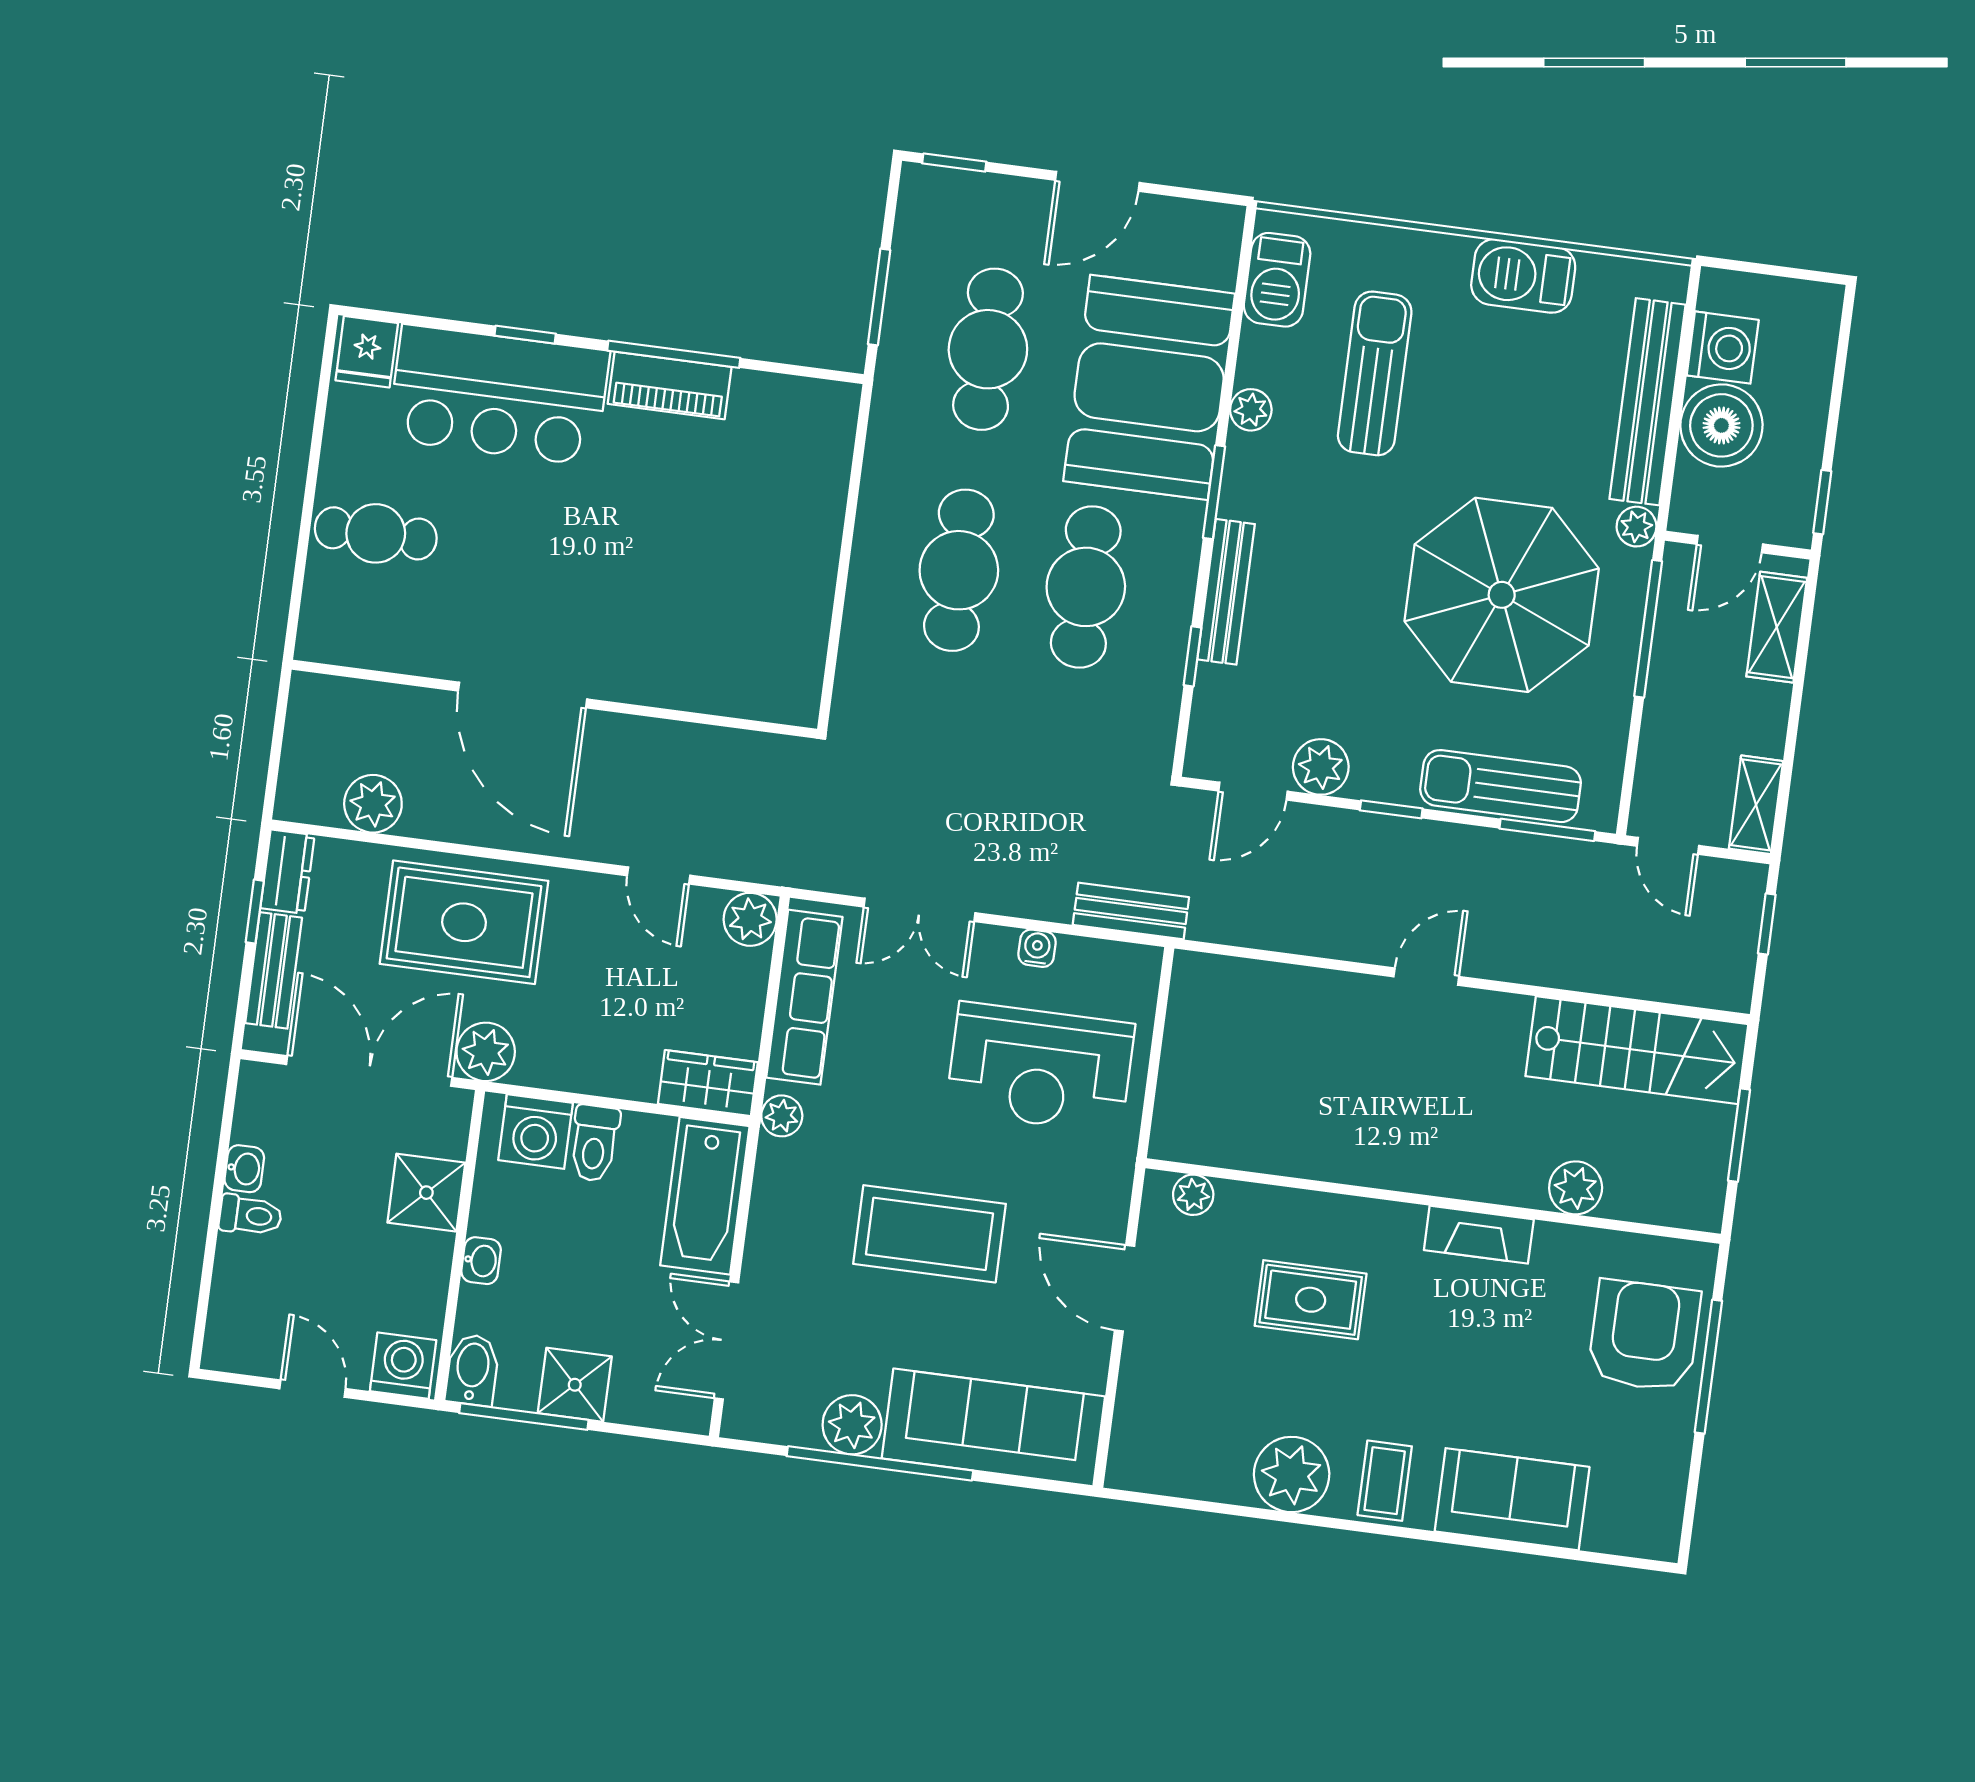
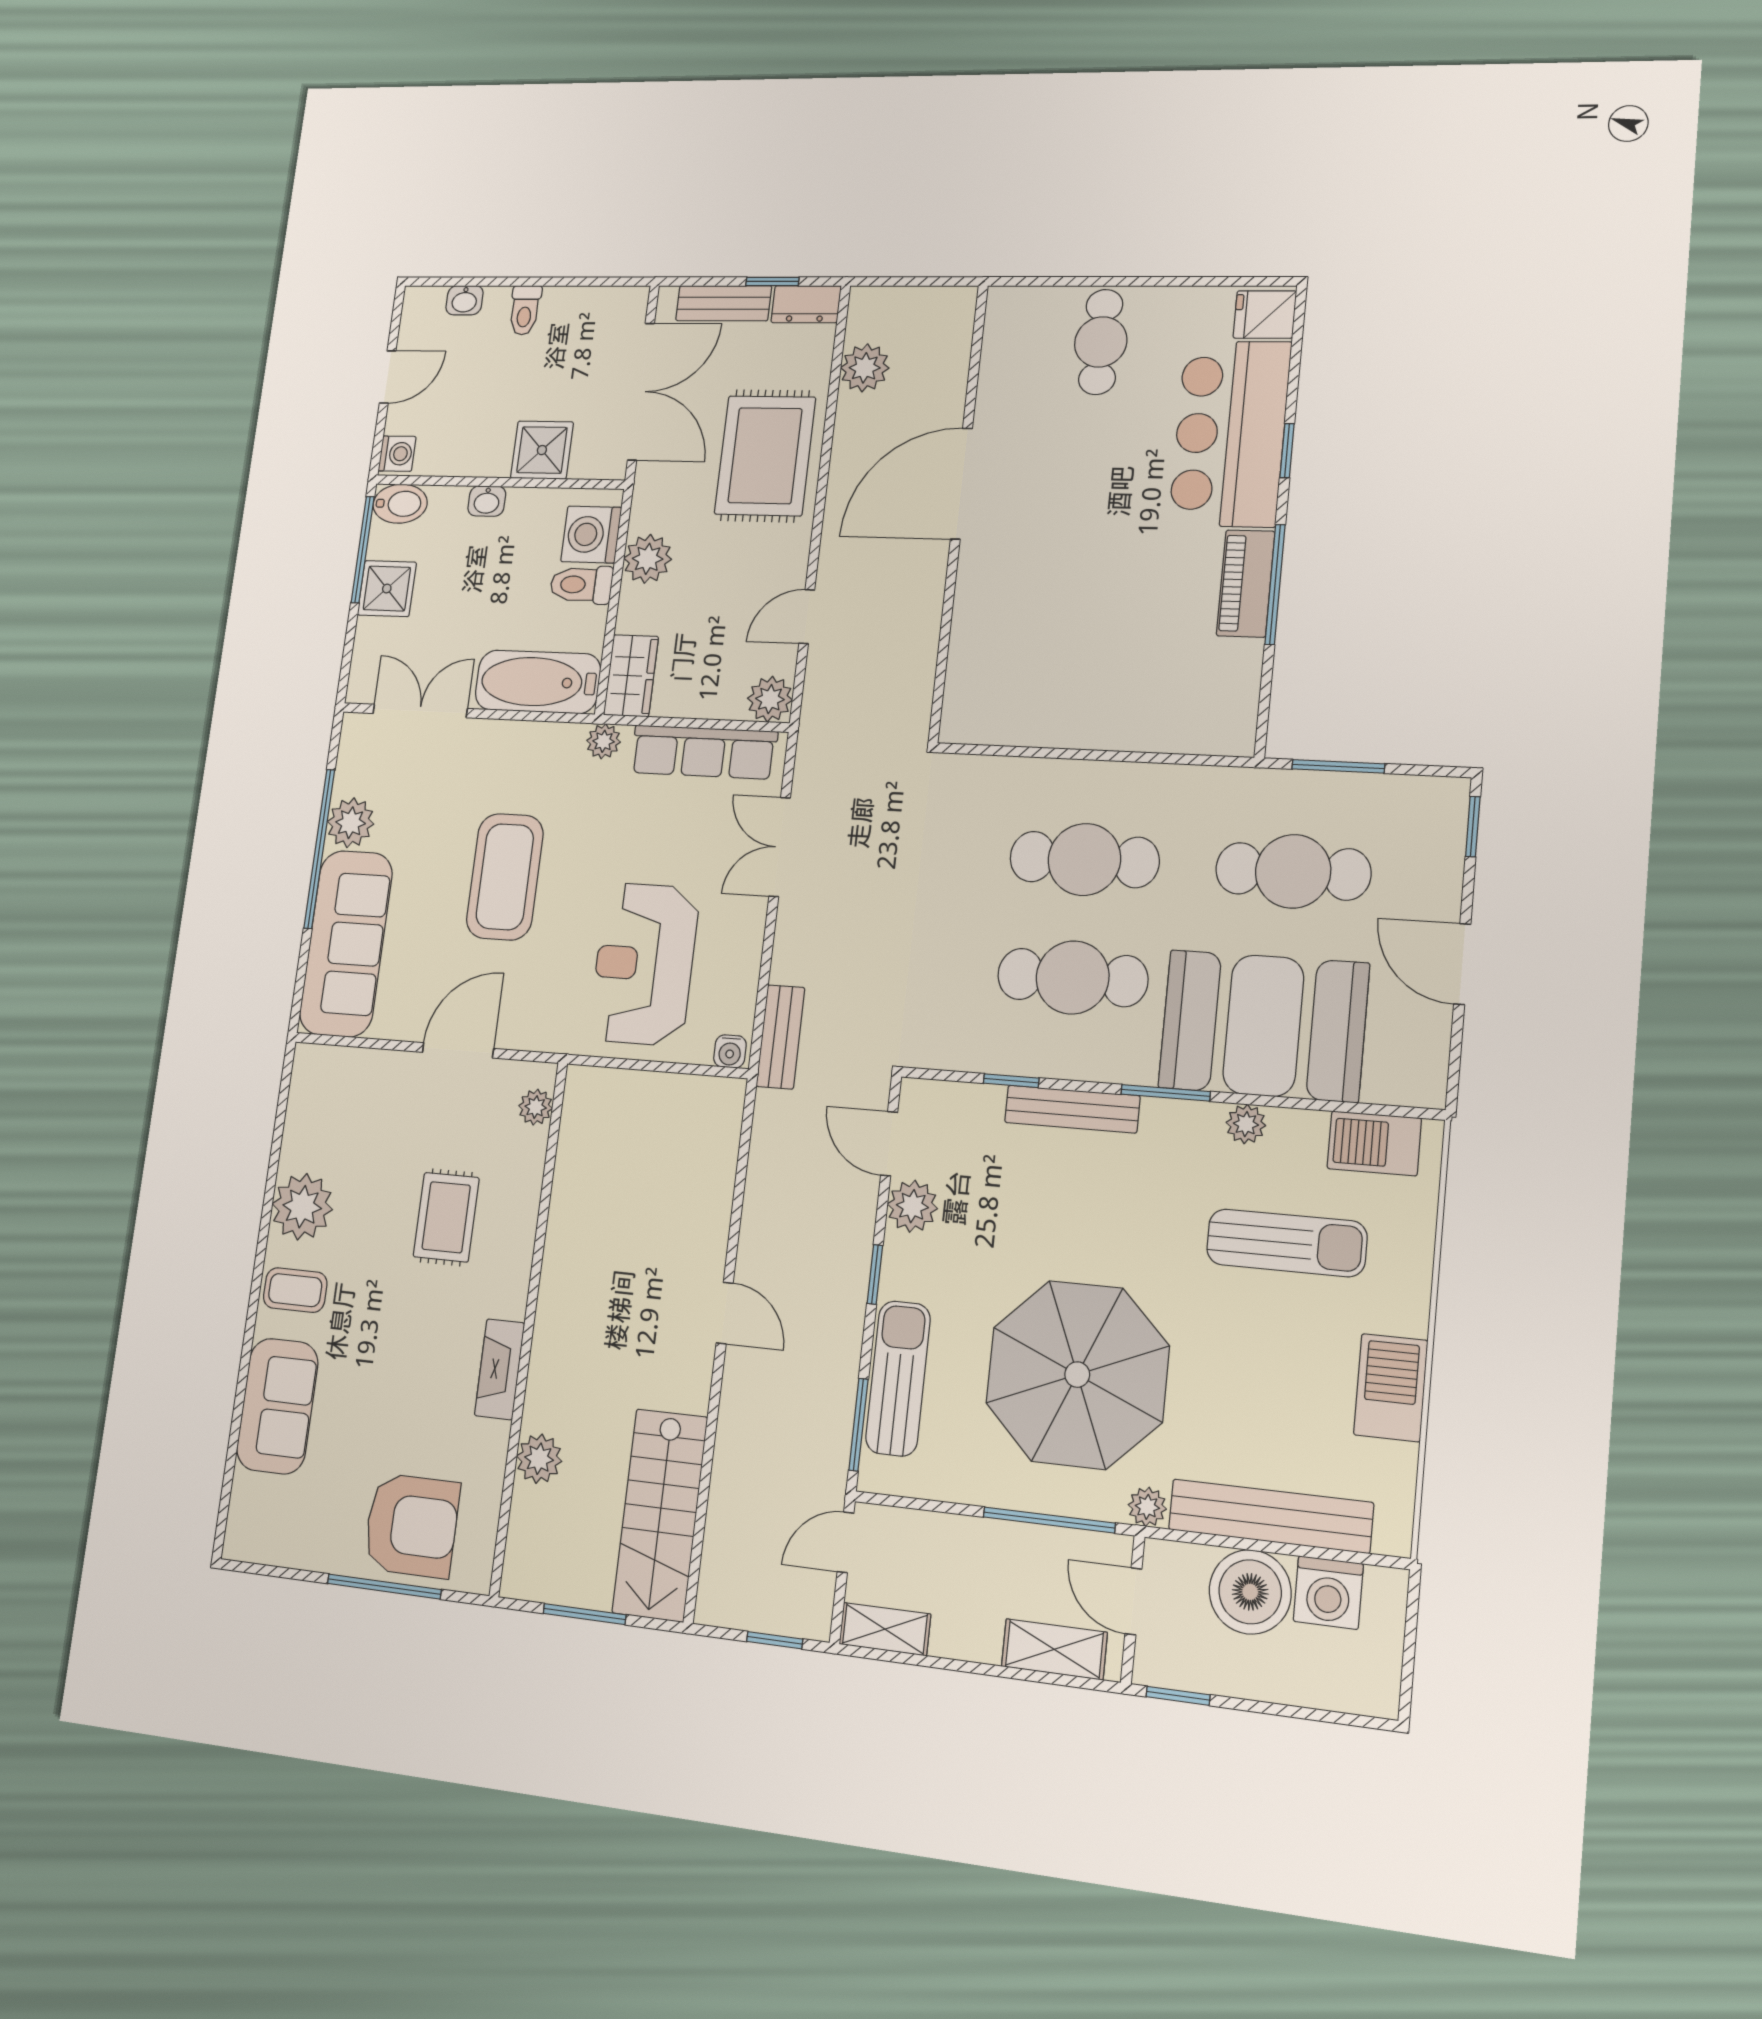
water cooler: (1037, 948) -> (730, 1051), moved, turned 90
plant: (486, 1052) -> (648, 559), moved
washbasin: (244, 1169) -> (465, 300), moved
washing machine: (403, 1366) -> (397, 454), width x0.73, depth x0.73

